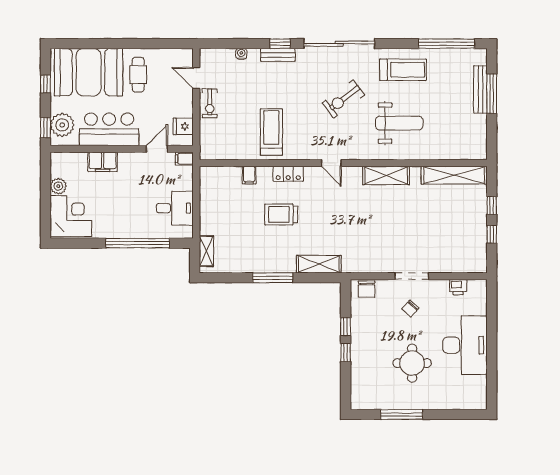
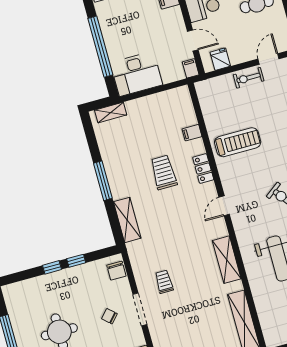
desk: (175, 208) -> (136, 74), width x1.37
trolley: (391, 244) -> (164, 282), added
chair: (367, 289) -> (116, 271), turned -90

